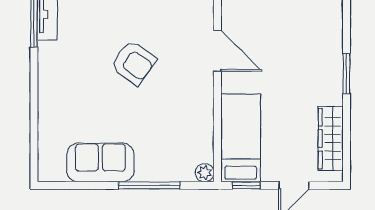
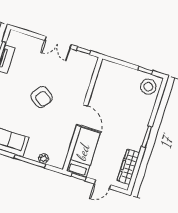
door: (217, 51) -> (82, 115), moved
plant: (205, 173) -> (44, 159), moved

